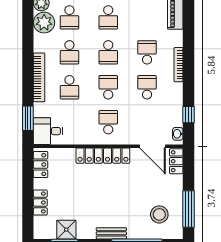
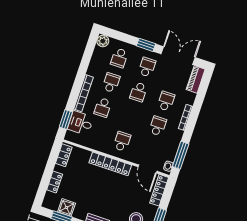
school desk: (108, 17) -> (147, 67), turned 180
plant: (44, 23) -> (100, 55), removed
school desk: (69, 52) -> (111, 83), turned 180
school desk: (108, 87) -> (130, 117), removed
window: (189, 115) -> (181, 155), width x2.17
desk: (48, 131) -> (81, 123), moved
locker: (176, 161) -> (159, 190), width x1.53

